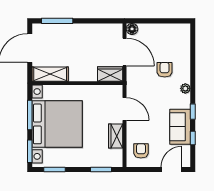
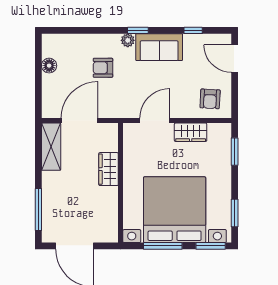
floor lamp: (132, 29) -> (49, 66), moved
shelving: (50, 74) -> (51, 147), moved
wardrobe: (110, 74) -> (109, 169), moved
window: (193, 112) -> (138, 30), moved
sofa: (180, 127) -> (159, 47), moved
armchair: (141, 151) -> (210, 99), turned -87

